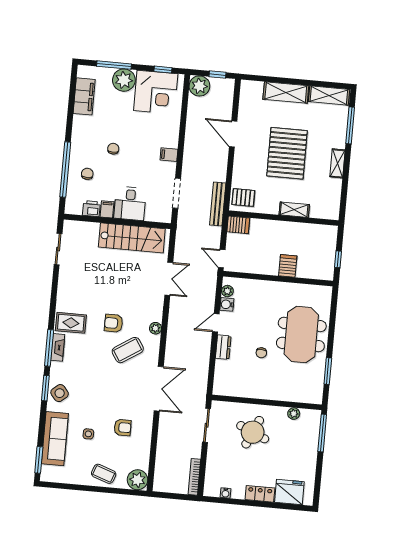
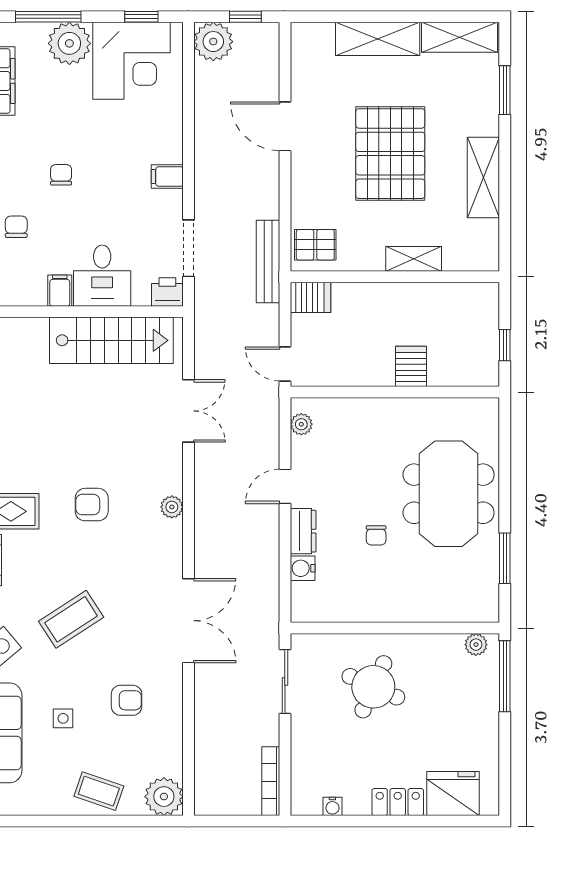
window: (350, 125) -> (505, 90), width x0.69
shelving: (337, 163) -> (483, 178), width x1.50, depth x1.33
printer: (91, 209) -> (167, 292), moved
water cooler: (227, 304) -> (303, 568), moved
coffee table: (128, 350) -> (71, 619), moved
plant: (294, 414) -> (476, 645), moved

